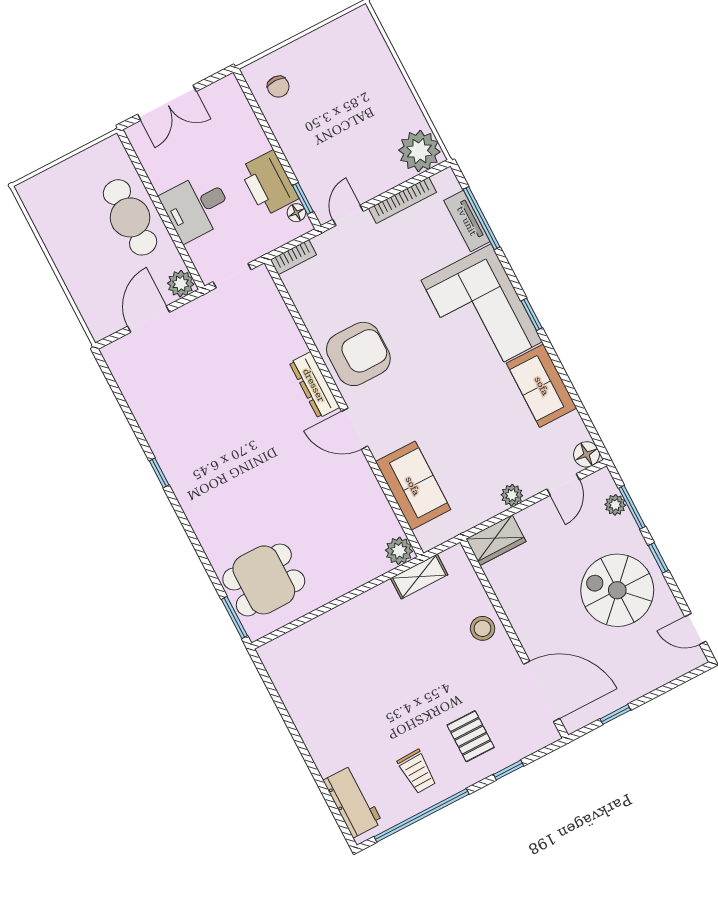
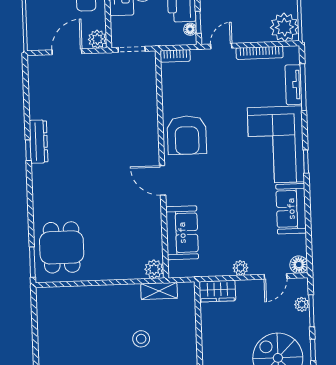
armchair: (358, 354) -> (187, 135), turned 90
dresser: (314, 385) -> (39, 142), moved, turned 180
dining table: (264, 580) -> (62, 247), turned 90
stool: (483, 628) -> (141, 339), moved

